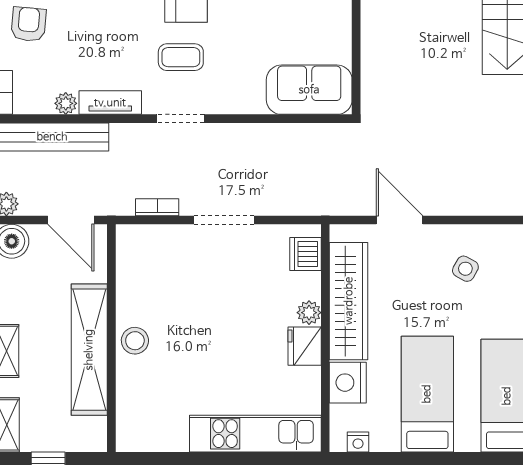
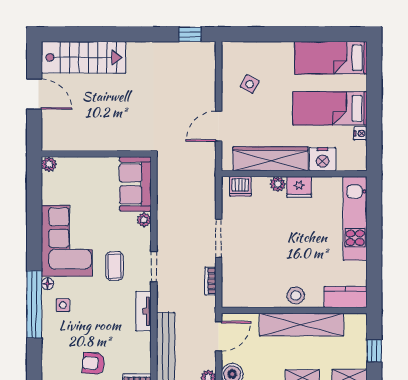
plant: (66, 103) -> (144, 220), moved
kitchen counter: (132, 419) -> (346, 297), added
nightstand: (358, 442) -> (361, 133), moved

